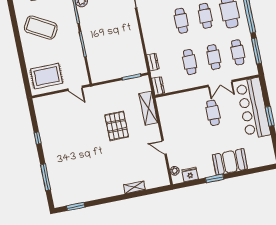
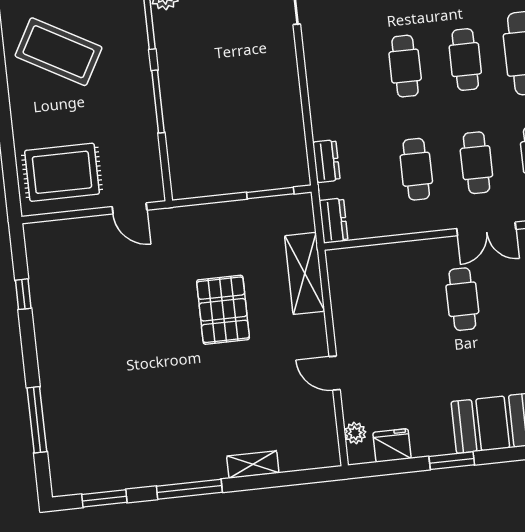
window: (38, 138) -> (23, 294), moved
window: (110, 200) -> (189, 489), added

